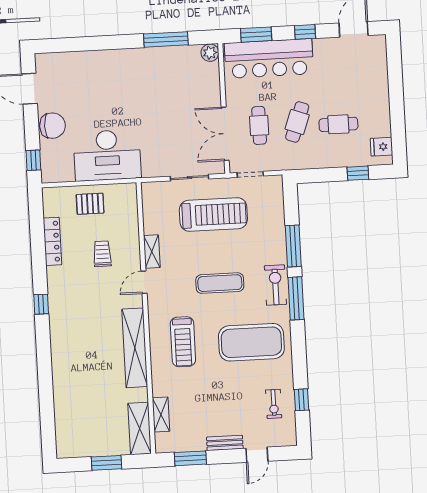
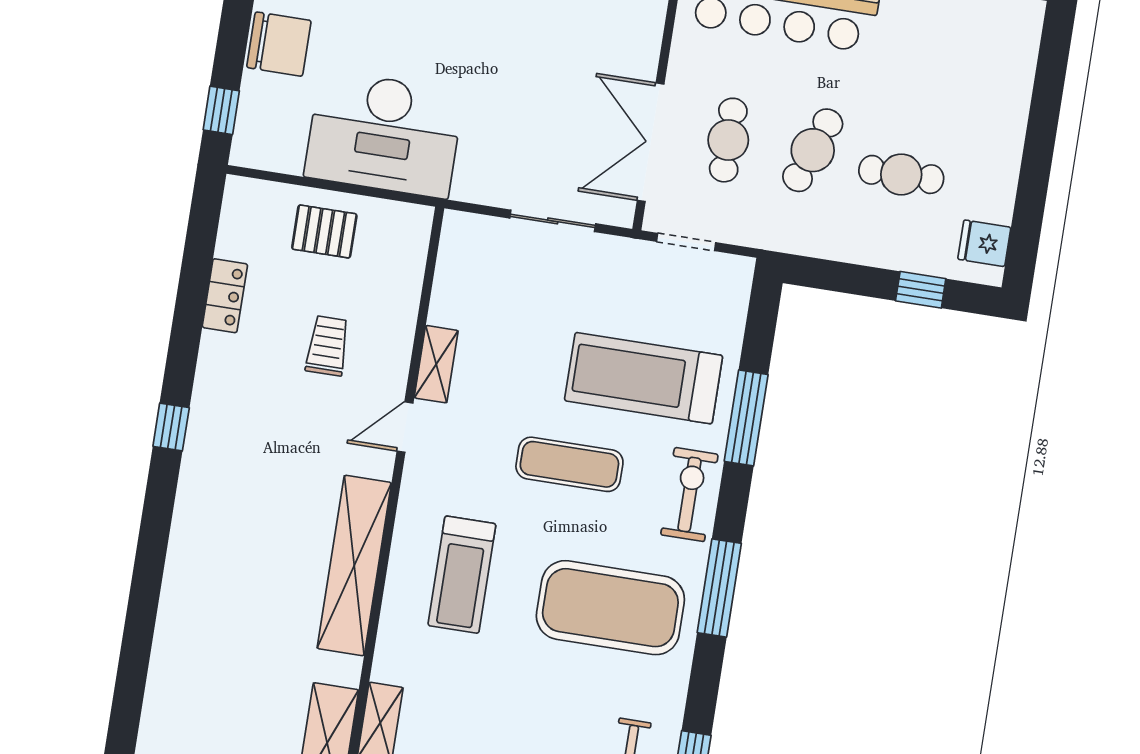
treadmill: (213, 214) -> (644, 378), moved, turned 180
locker: (52, 241) -> (225, 296), width x0.66
window: (296, 298) -> (719, 588), moved

